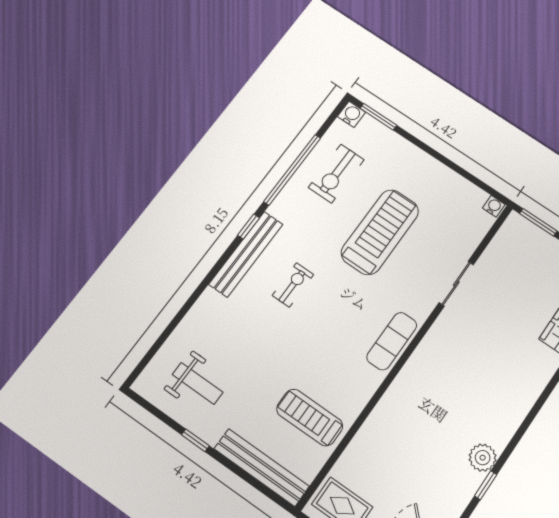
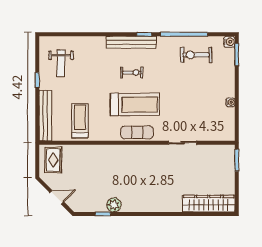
water cooler: (494, 206) -> (230, 102), moved
treadmill: (380, 232) -> (135, 104), moved

